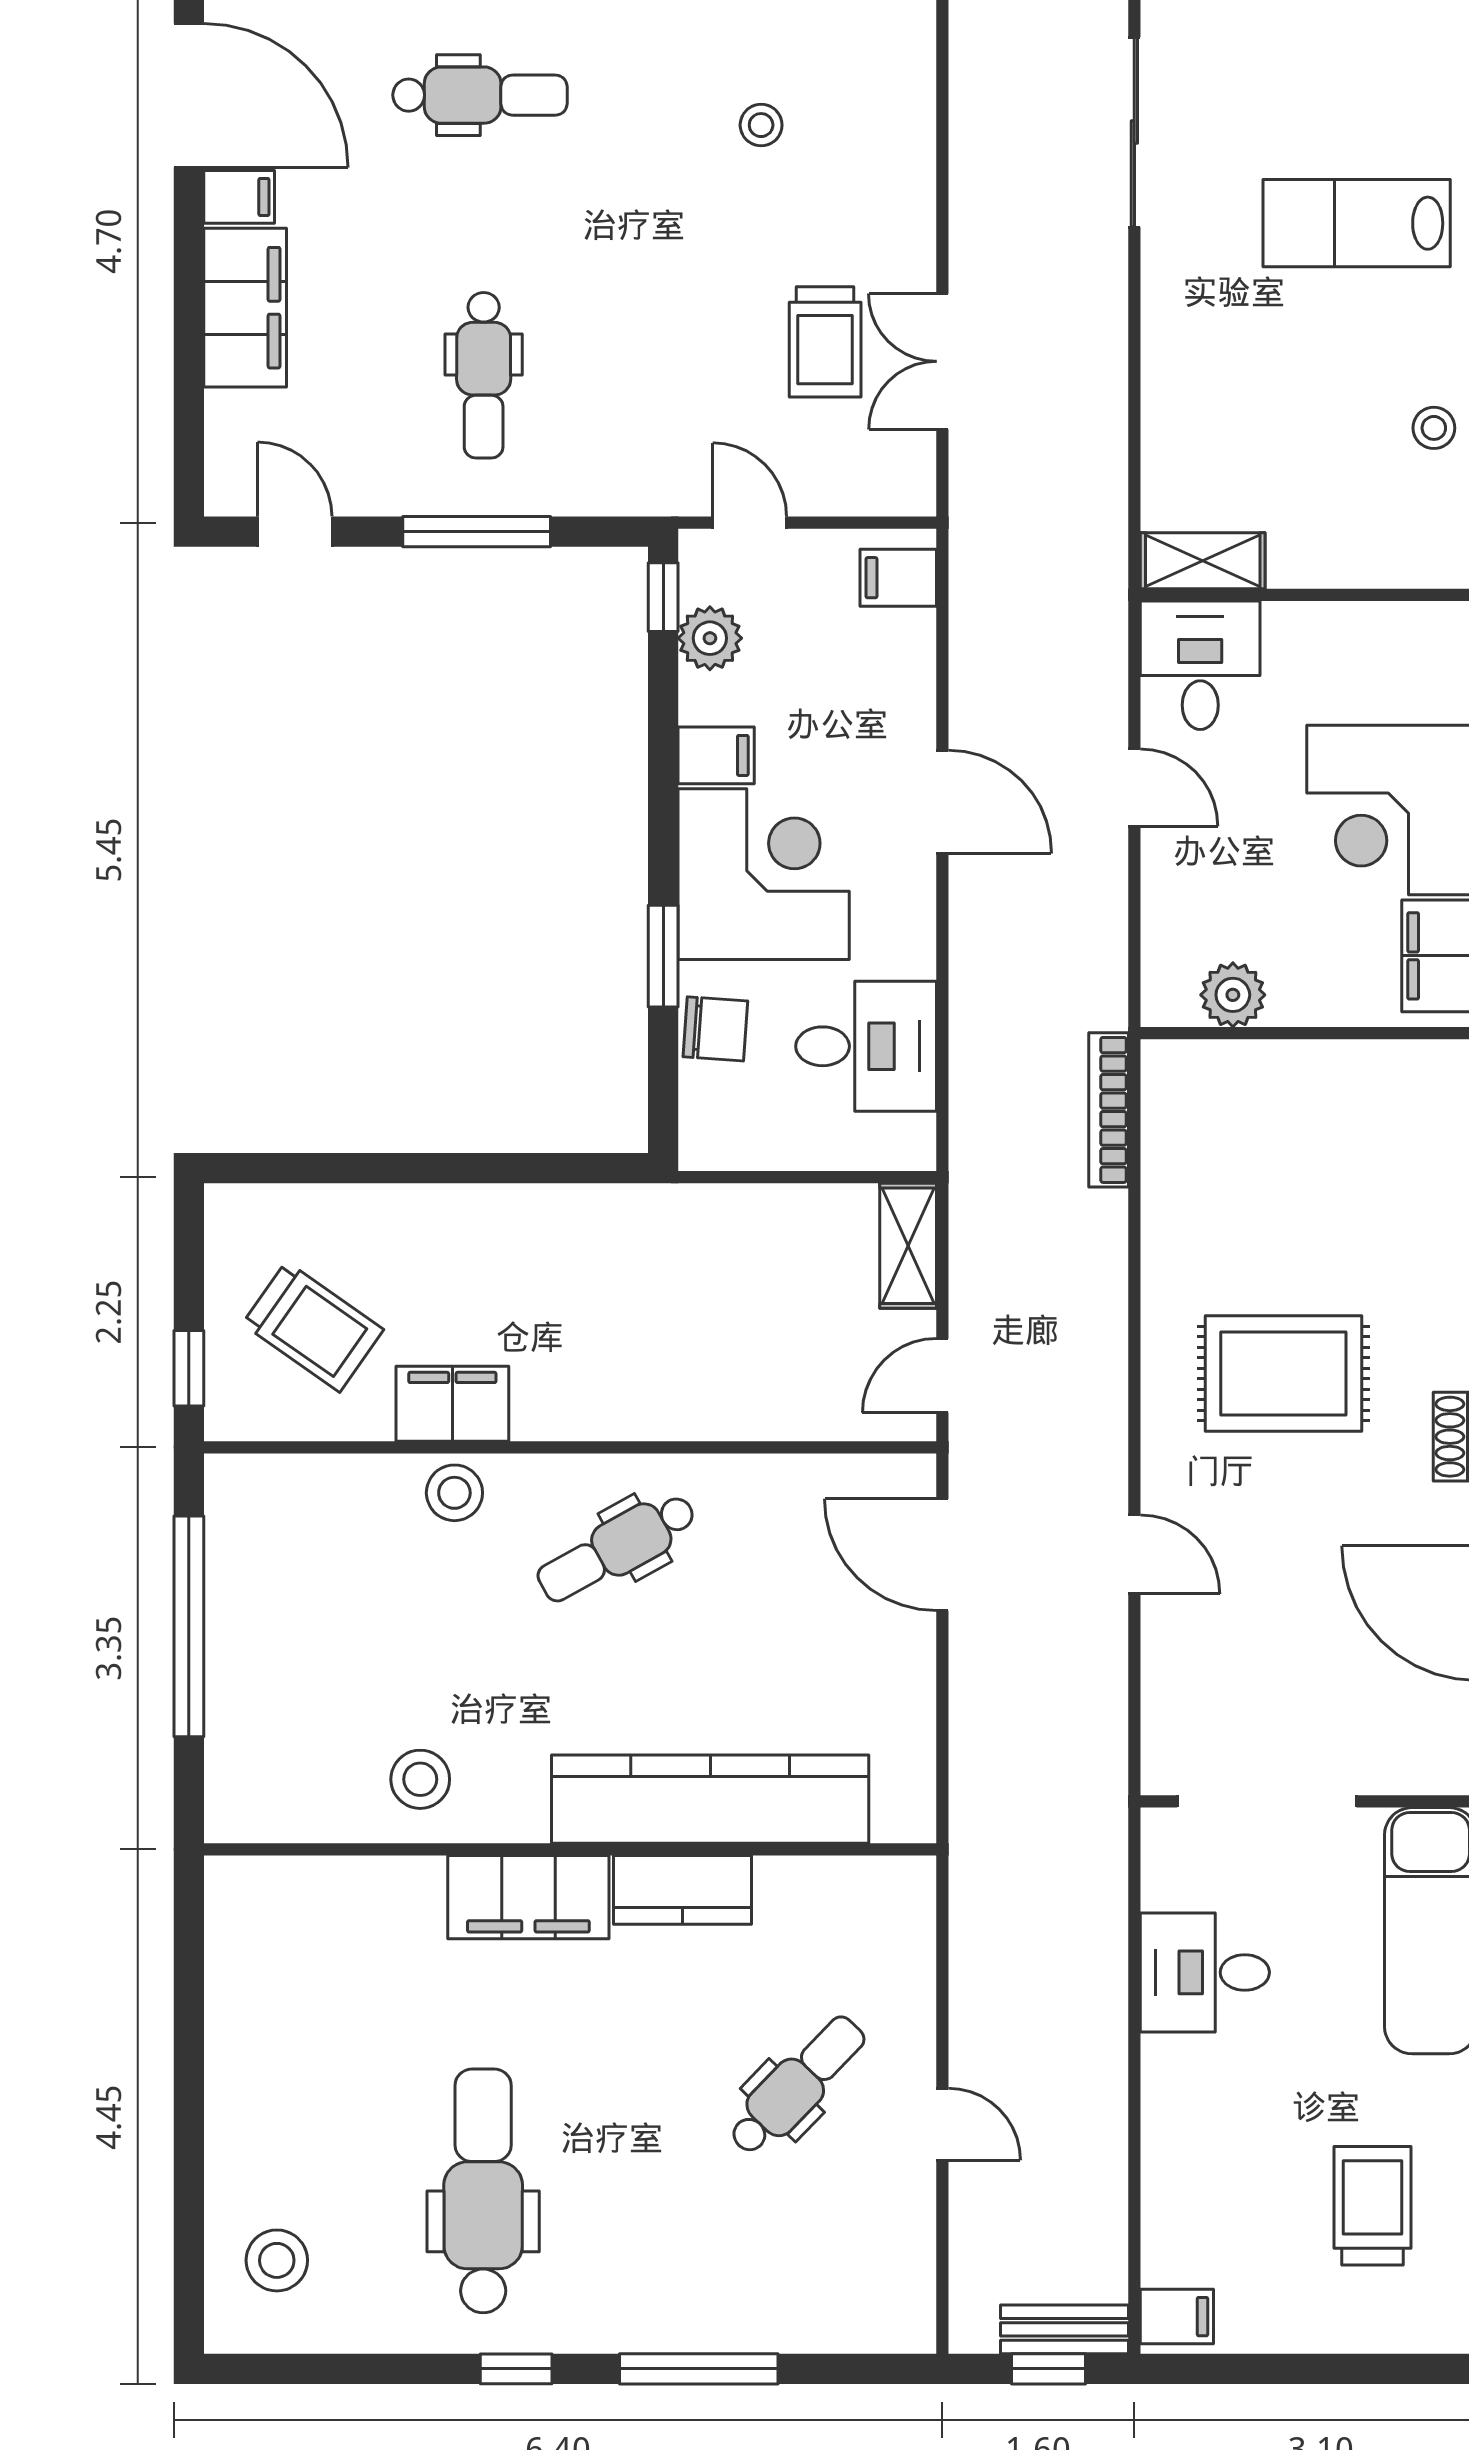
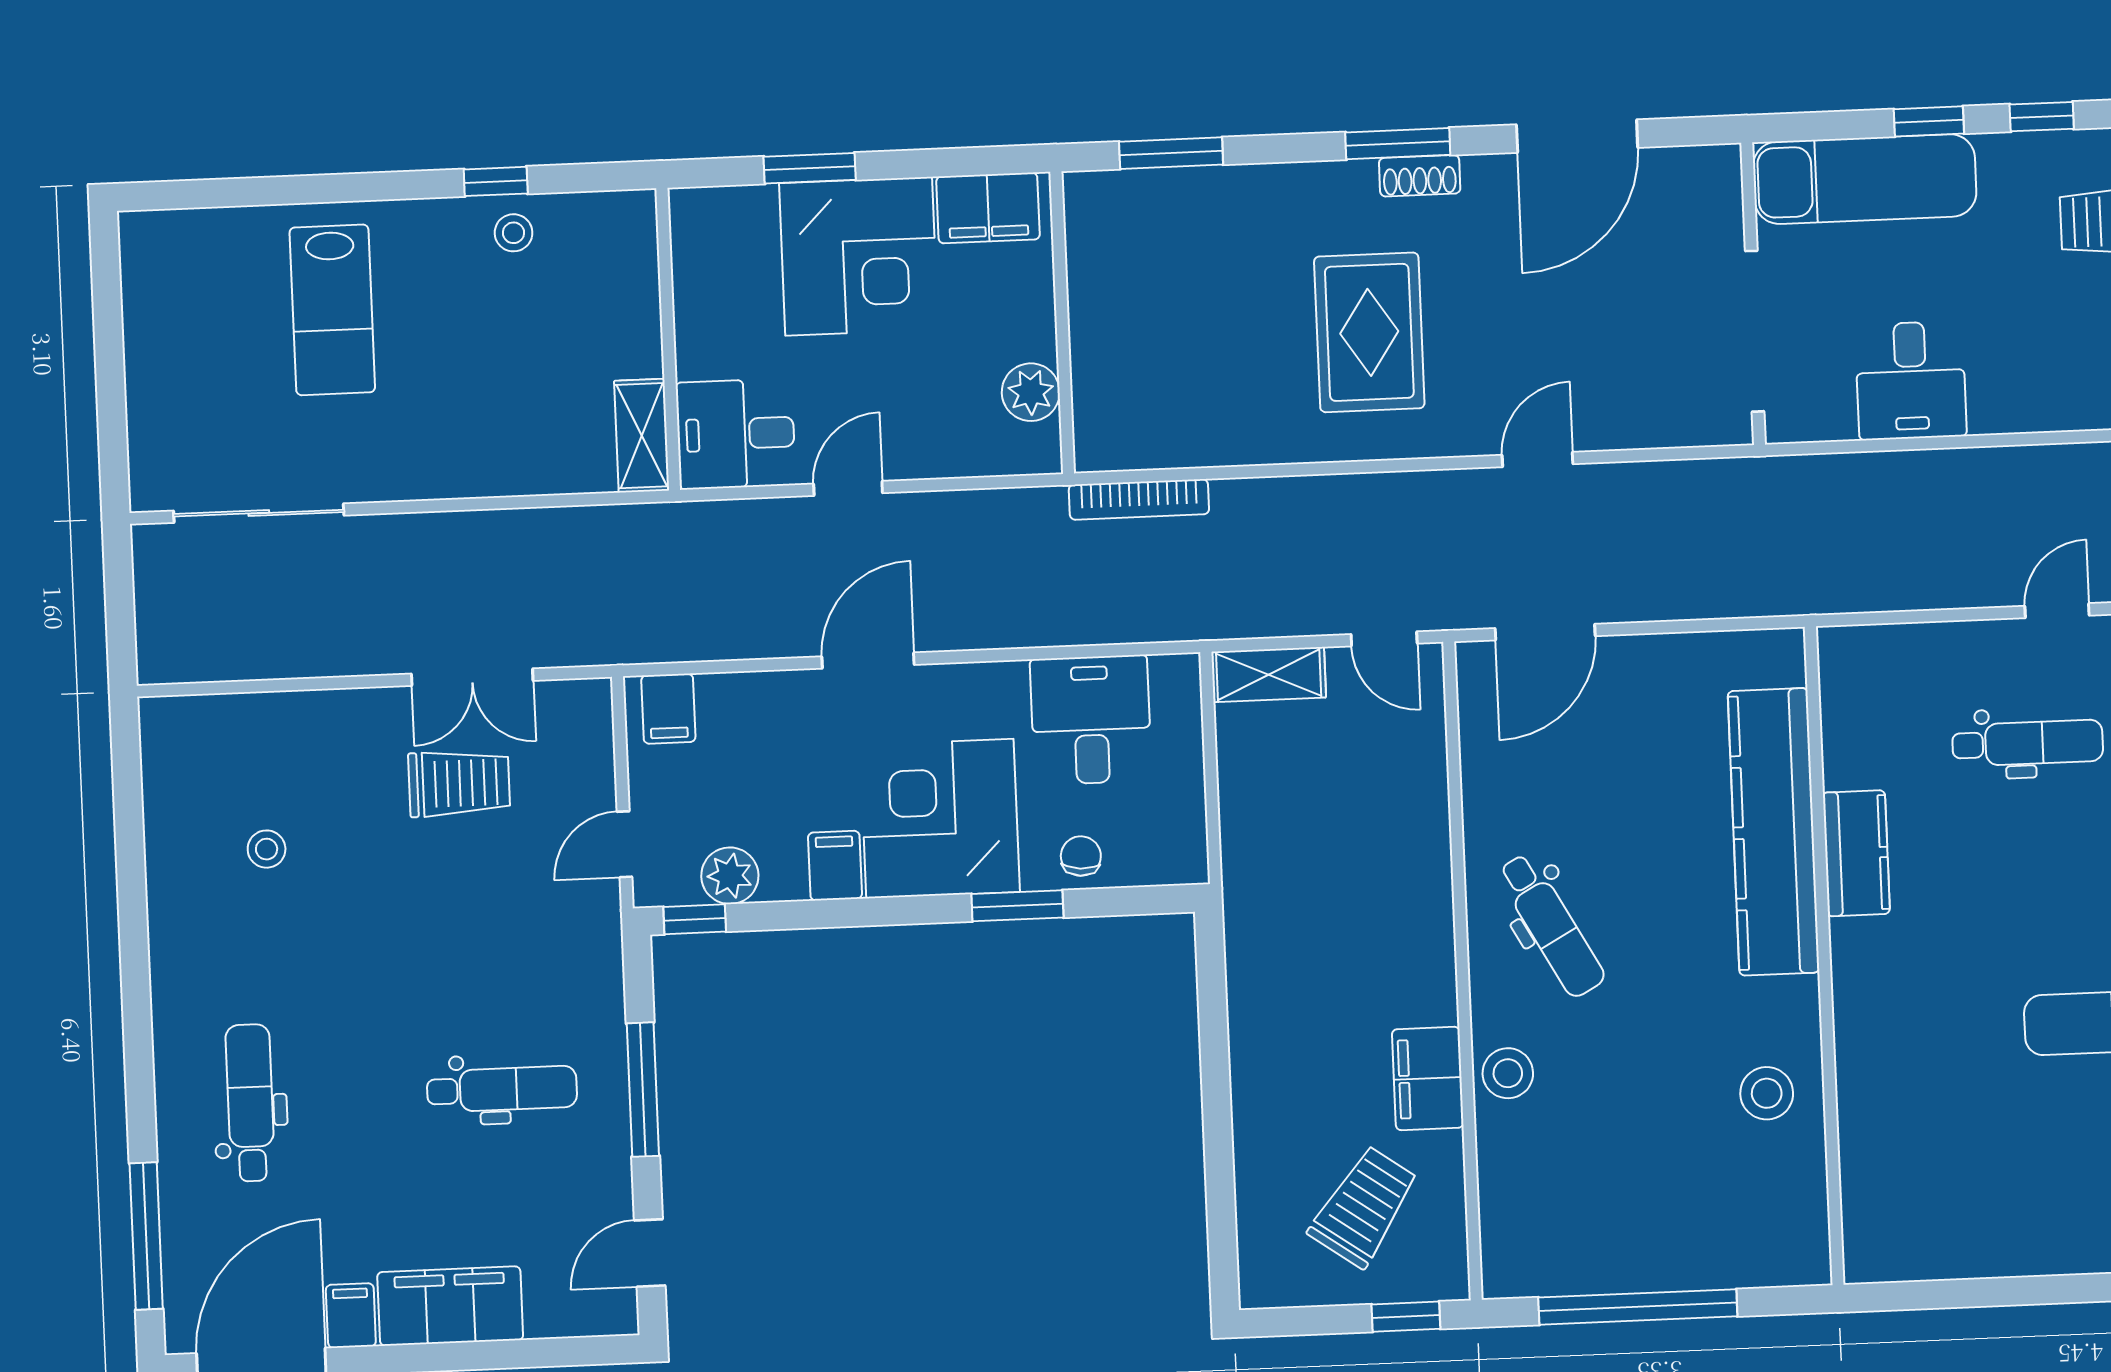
chair: (715, 1029) -> (1081, 856), width x0.73, depth x0.73
filing cabinet: (528, 1897) -> (1869, 992), removed
dental chair: (797, 2085) -> (2028, 743), turned 136

